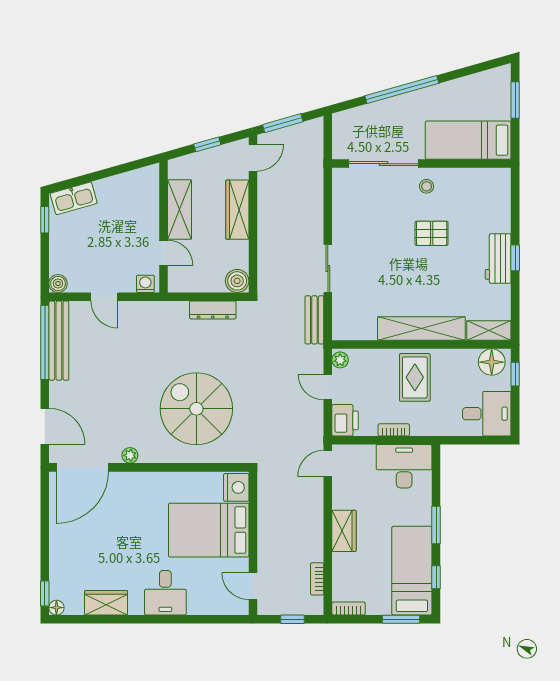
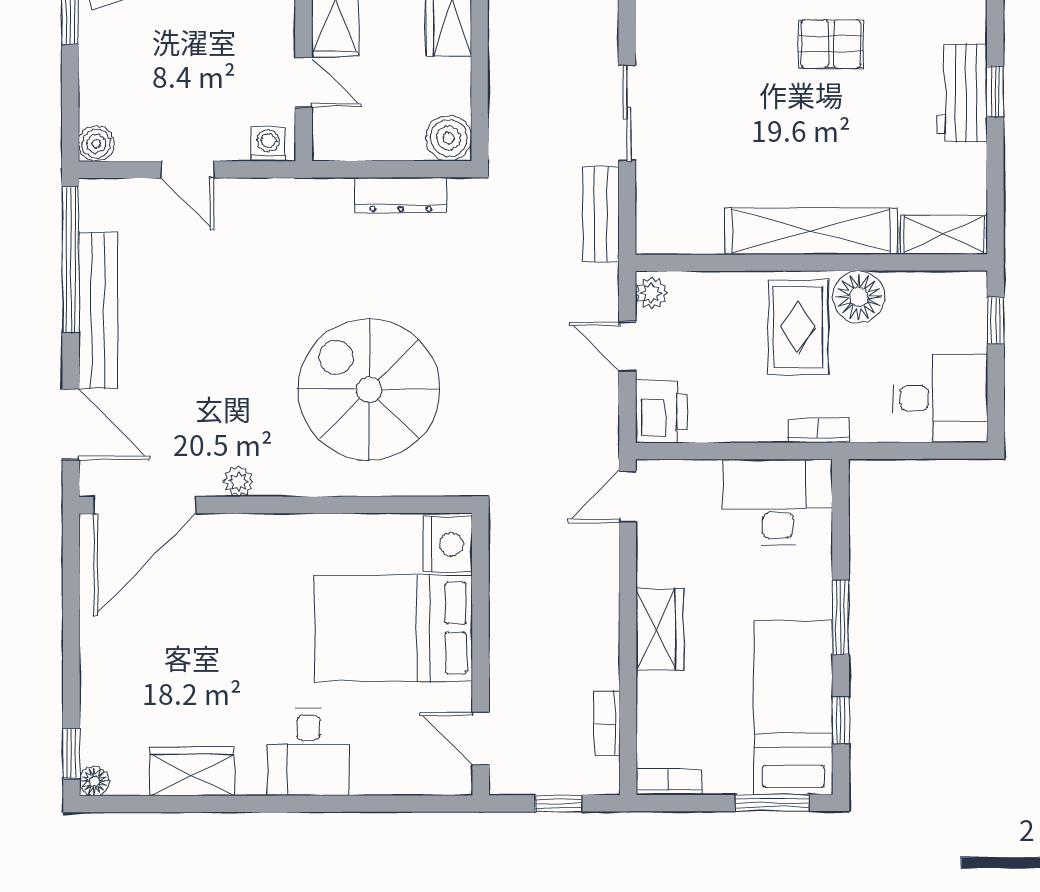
bench: (59, 341) -> (98, 310), moved
floor lamp: (492, 362) -> (859, 297), moved
bookcase: (394, 430) -> (819, 430), moved

